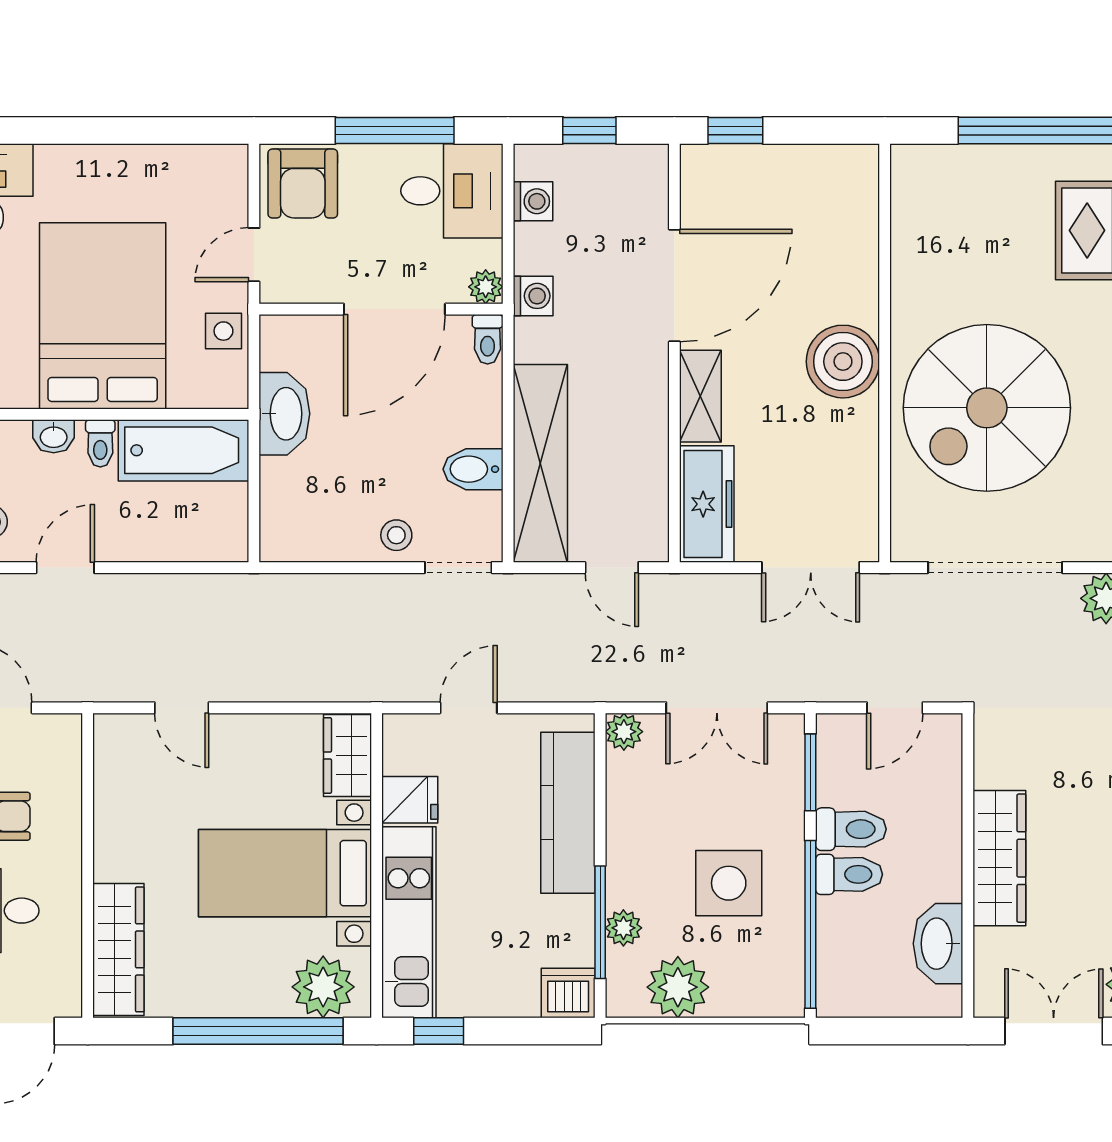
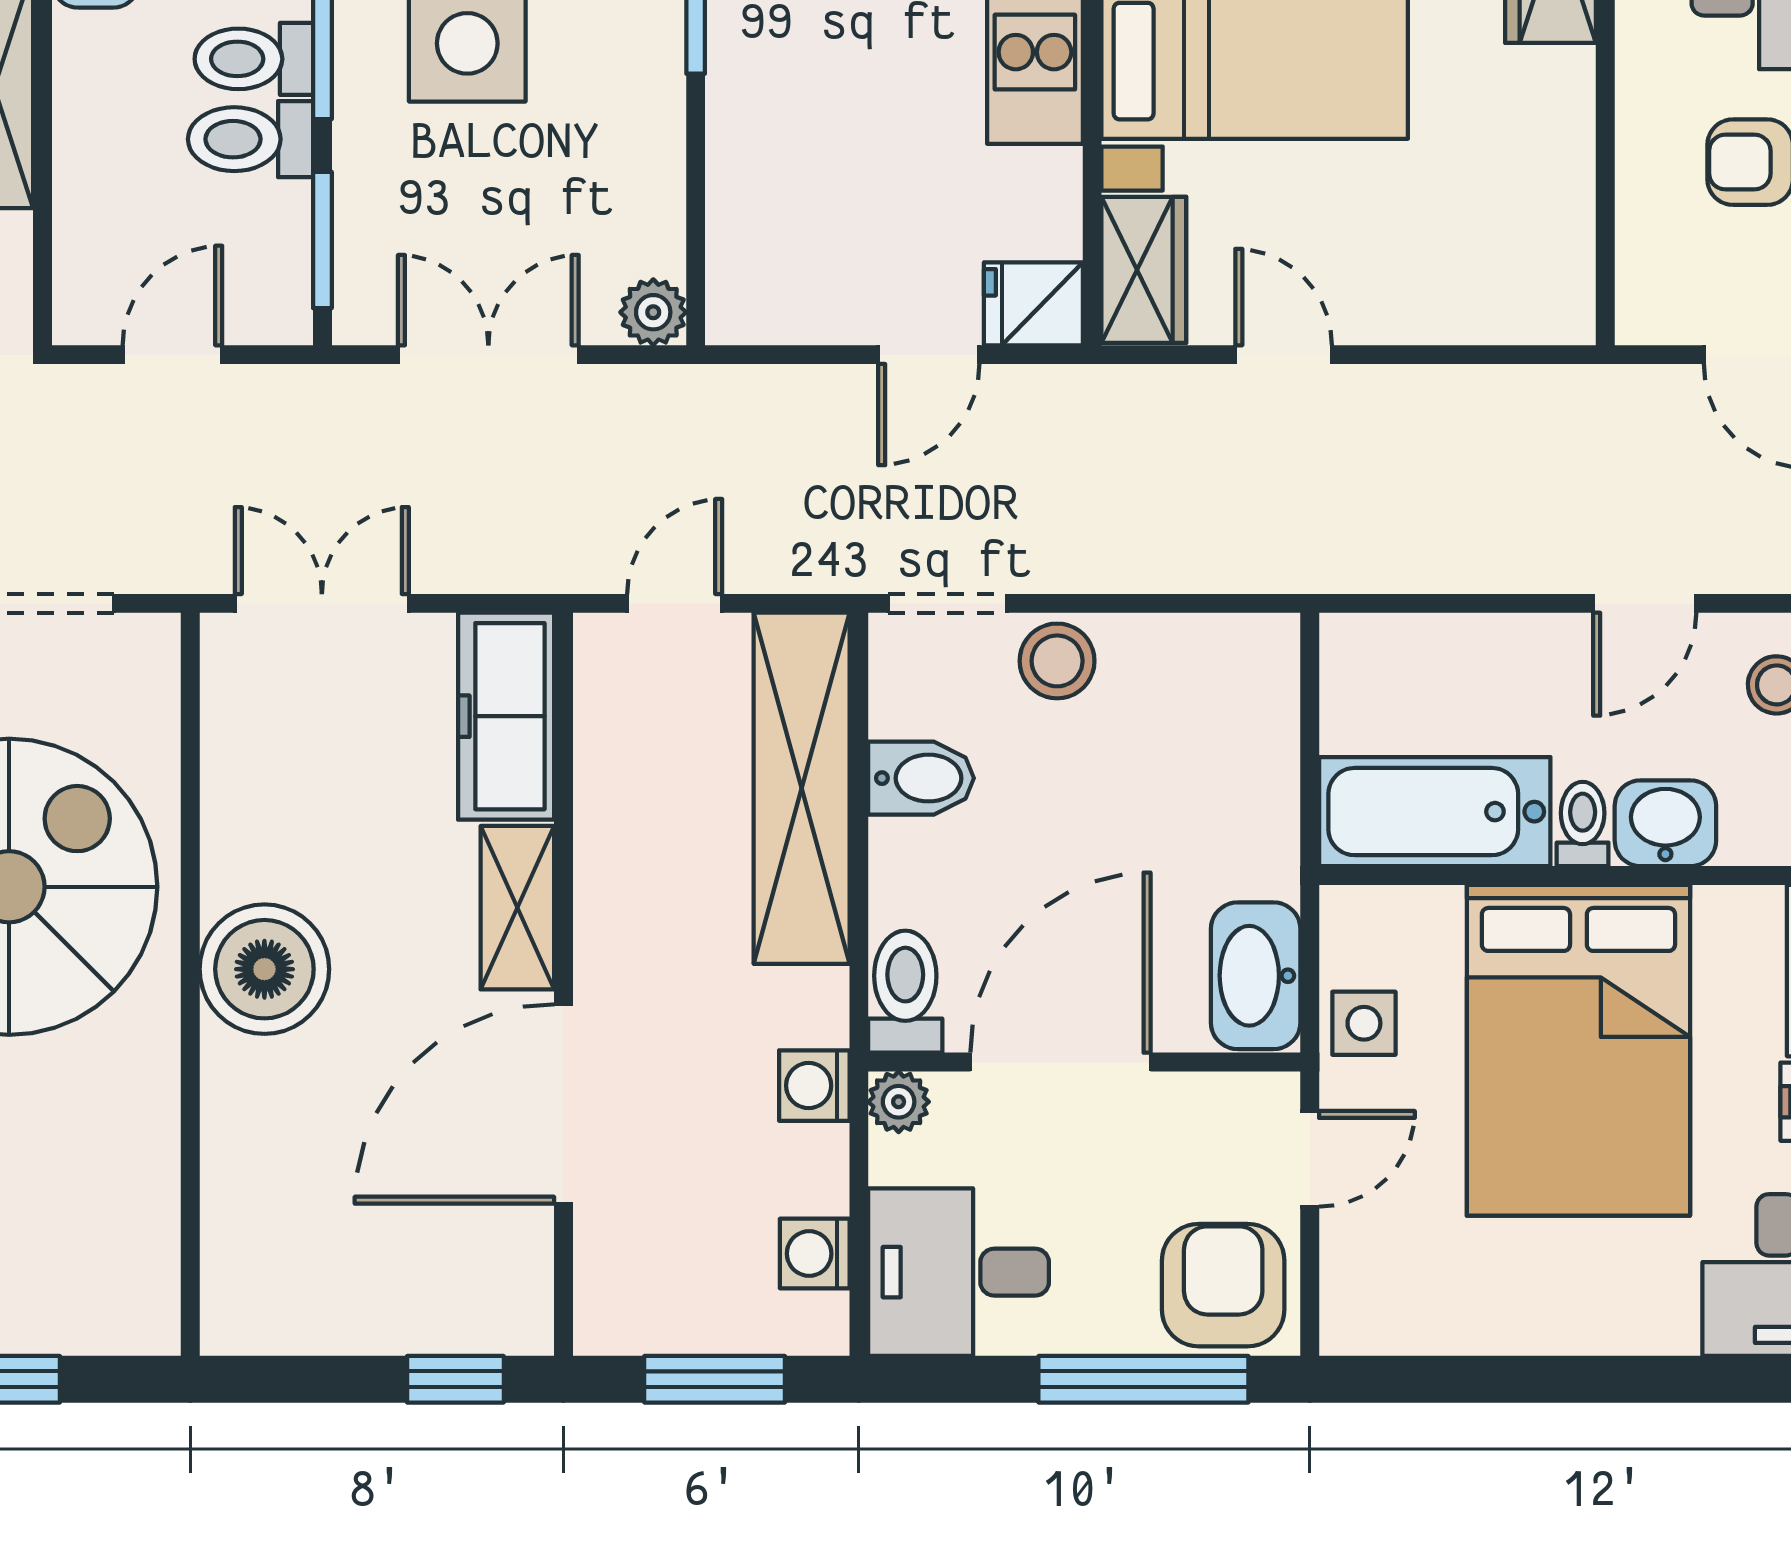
window: (395, 130) -> (1143, 1379), moved
window: (589, 130) -> (715, 1379), width x1.50
toilet: (488, 339) -> (905, 992), width x1.37, depth x1.39
washbasin: (284, 414) -> (1256, 976), moved
washbasin: (54, 436) -> (1665, 823), width x1.38, depth x1.45
stool: (396, 535) -> (1057, 661), width x1.37, depth x1.37
door: (612, 568) -> (675, 603), hinge flipped
door: (182, 708) -> (1284, 355), moved
fridge: (410, 800) -> (1033, 304), moved
kitchen counter: (568, 813) -> (753, 168), removed

